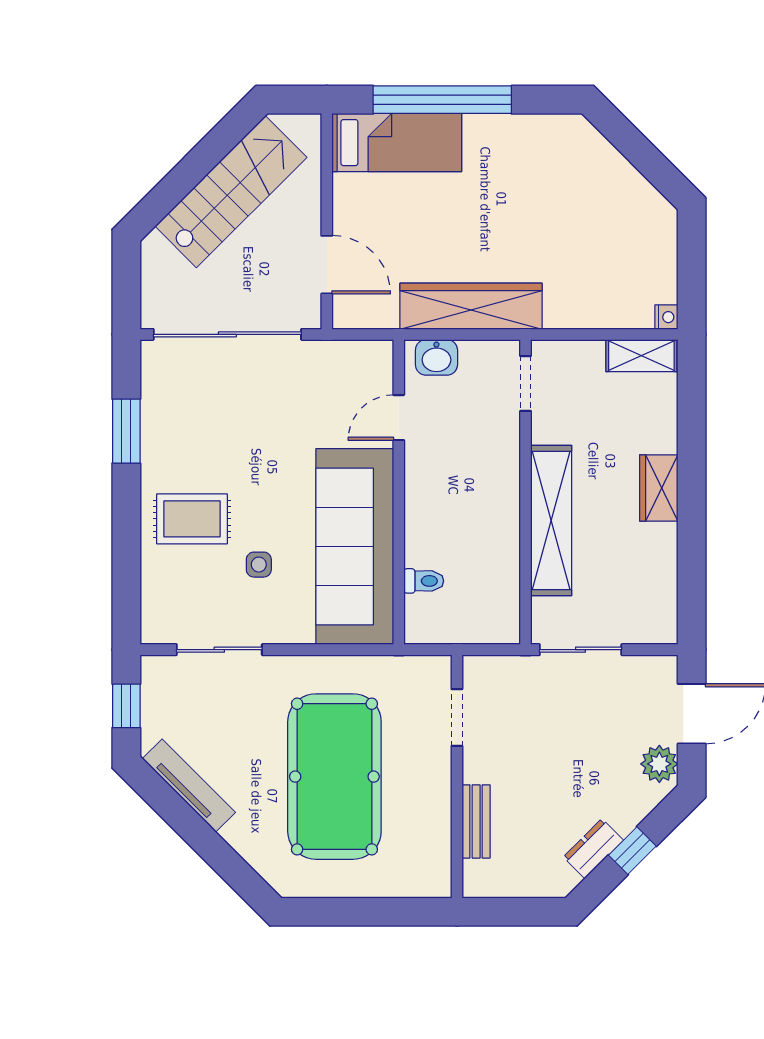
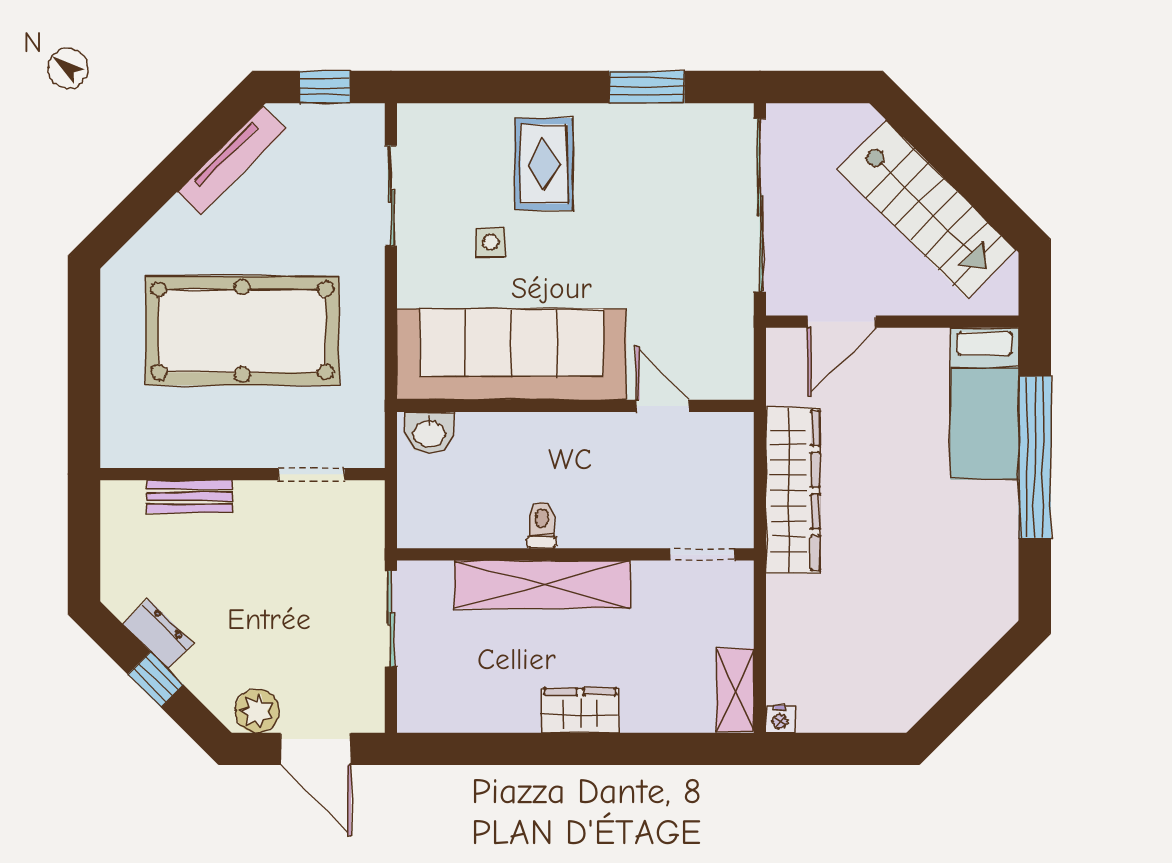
washbasin: (436, 357) -> (429, 433), moved, turned -90
toilet: (424, 581) -> (542, 525), moved, turned 180

